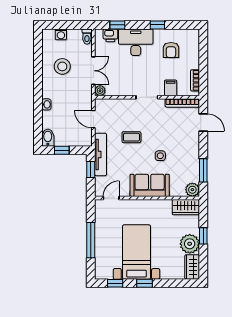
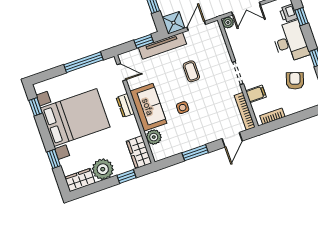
armchair: (171, 50) -> (295, 81), turned 108
shower: (84, 138) -> (173, 23), added
window: (203, 170) -> (195, 153), moved
plant: (192, 190) -> (154, 137), moved
dresser: (141, 205) -> (125, 106), added
window: (203, 236) -> (126, 177), moved
window: (91, 240) -> (84, 62), moved
bed with nightstands: (136, 252) -> (75, 118), width x1.36
window: (145, 283) -> (54, 159), moved

